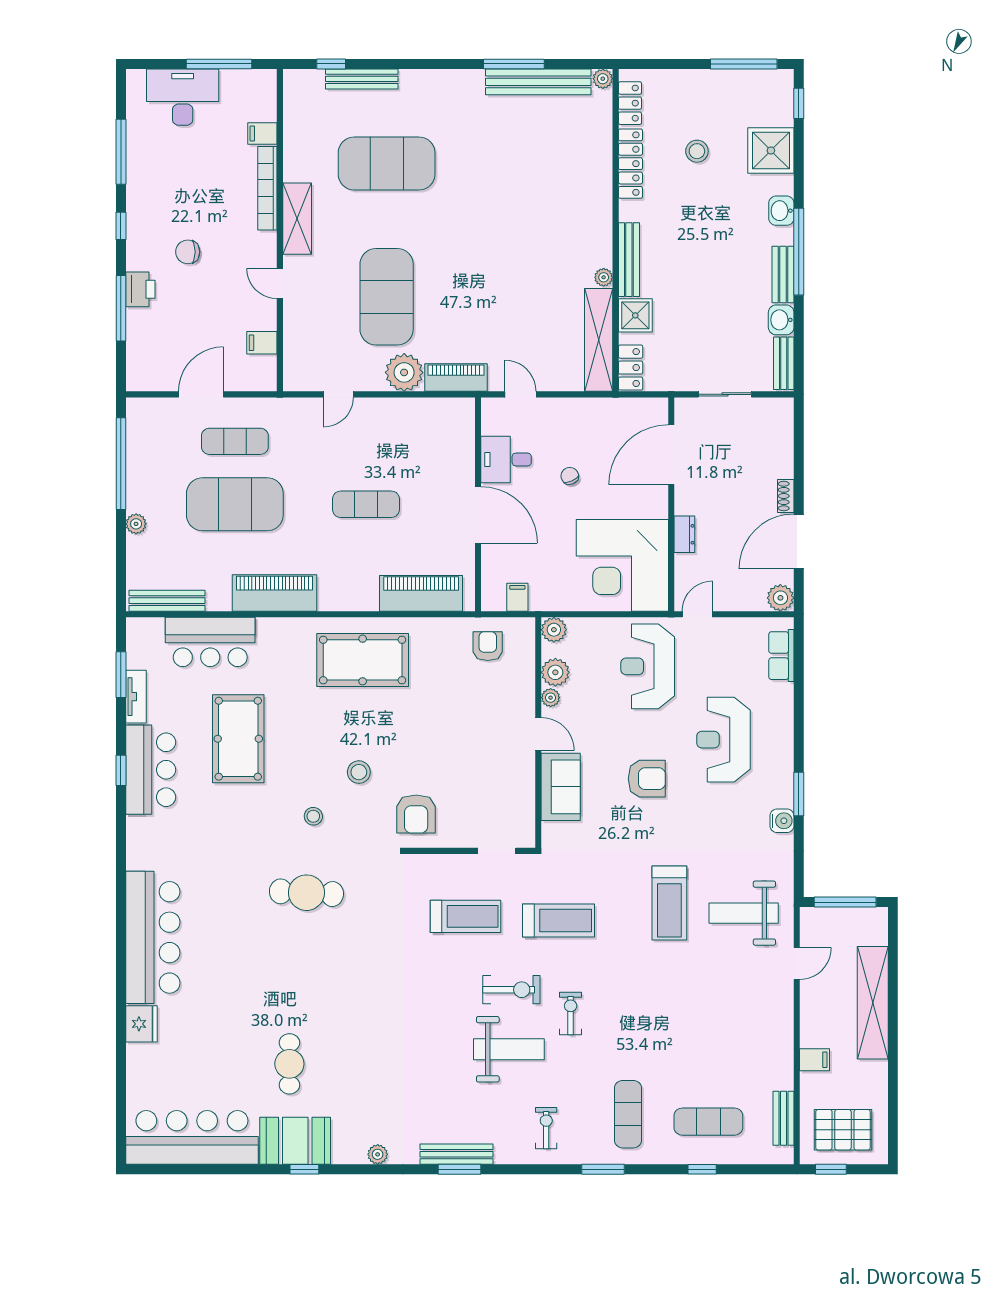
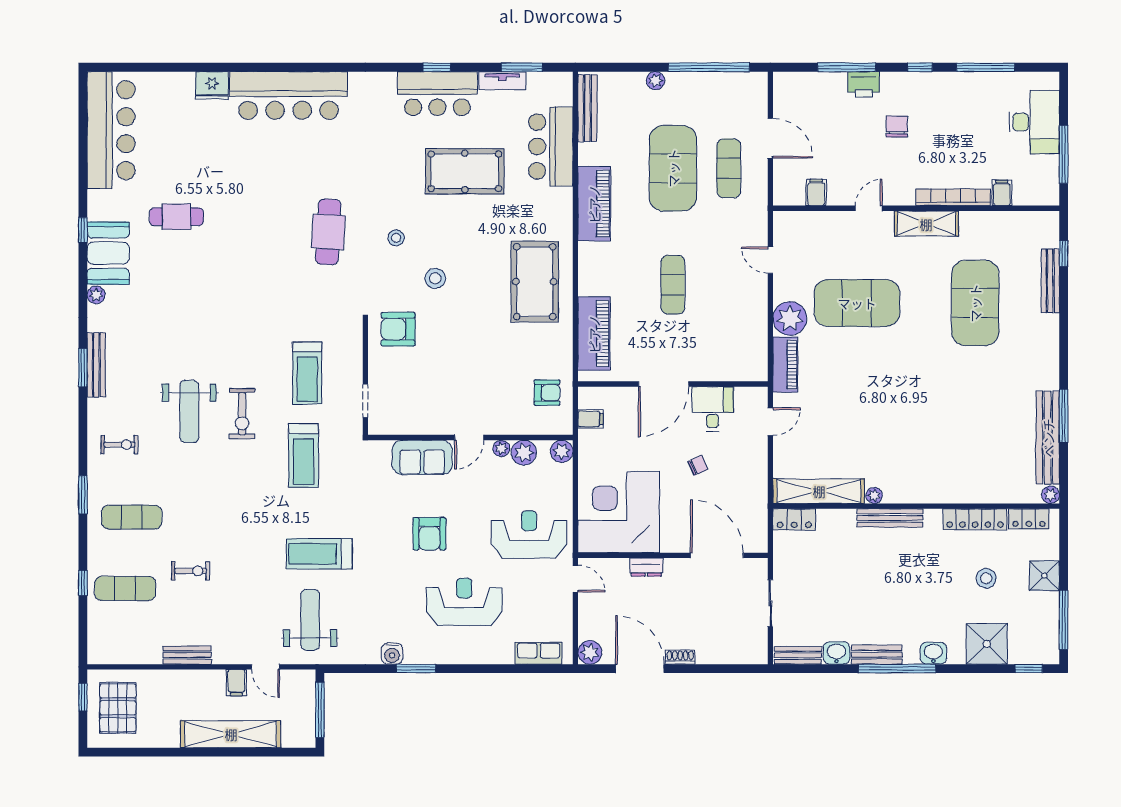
shower: (635, 315) -> (1044, 576), moved
exercise bike: (571, 1014) -> (191, 571), moved
filing cabinet: (815, 1060) -> (236, 683), moved
bench: (783, 1118) -> (187, 655), moved
exercise mat: (708, 1122) -> (125, 588), turned 90
booth: (295, 1141) -> (108, 253), moved

